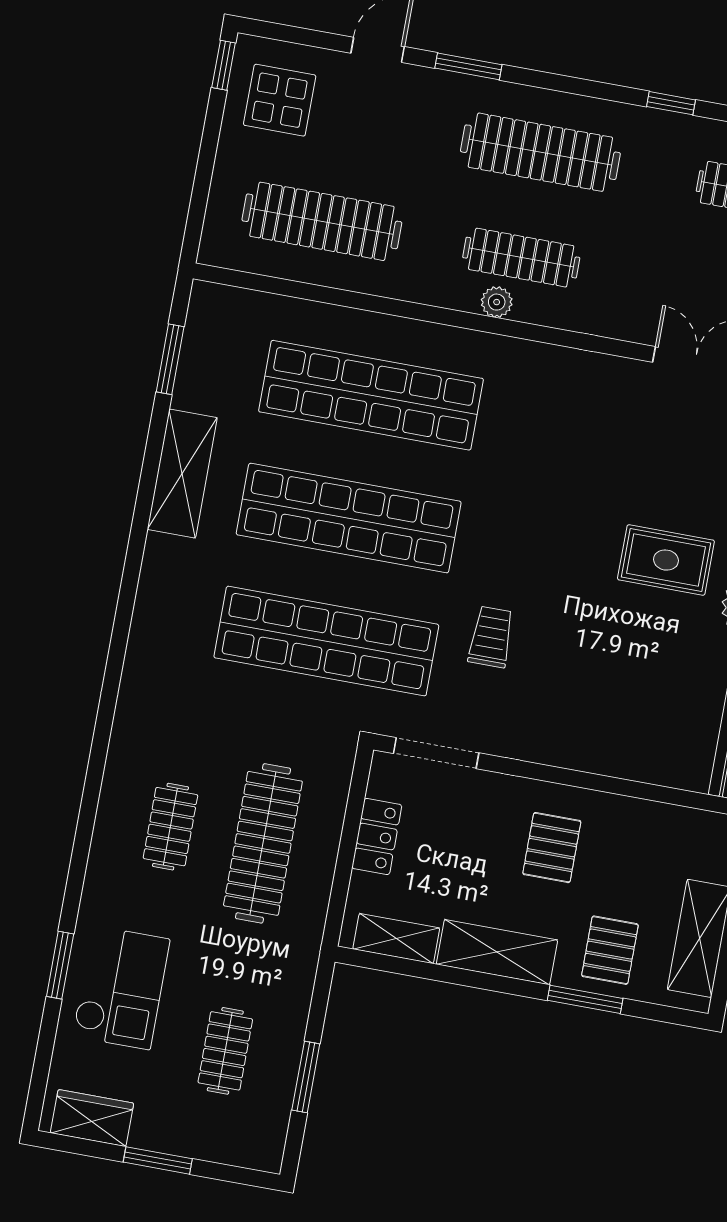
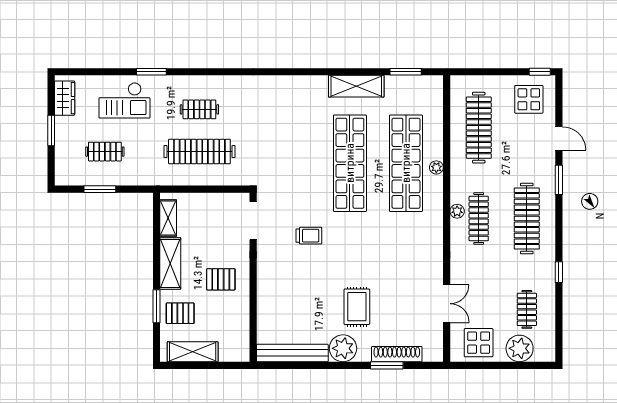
plant: (392, 330) -> (436, 167), added
shop shelf: (326, 641) -> (294, 163), removed
locker: (377, 836) -> (212, 201), removed
window: (60, 965) -> (151, 72), moved

